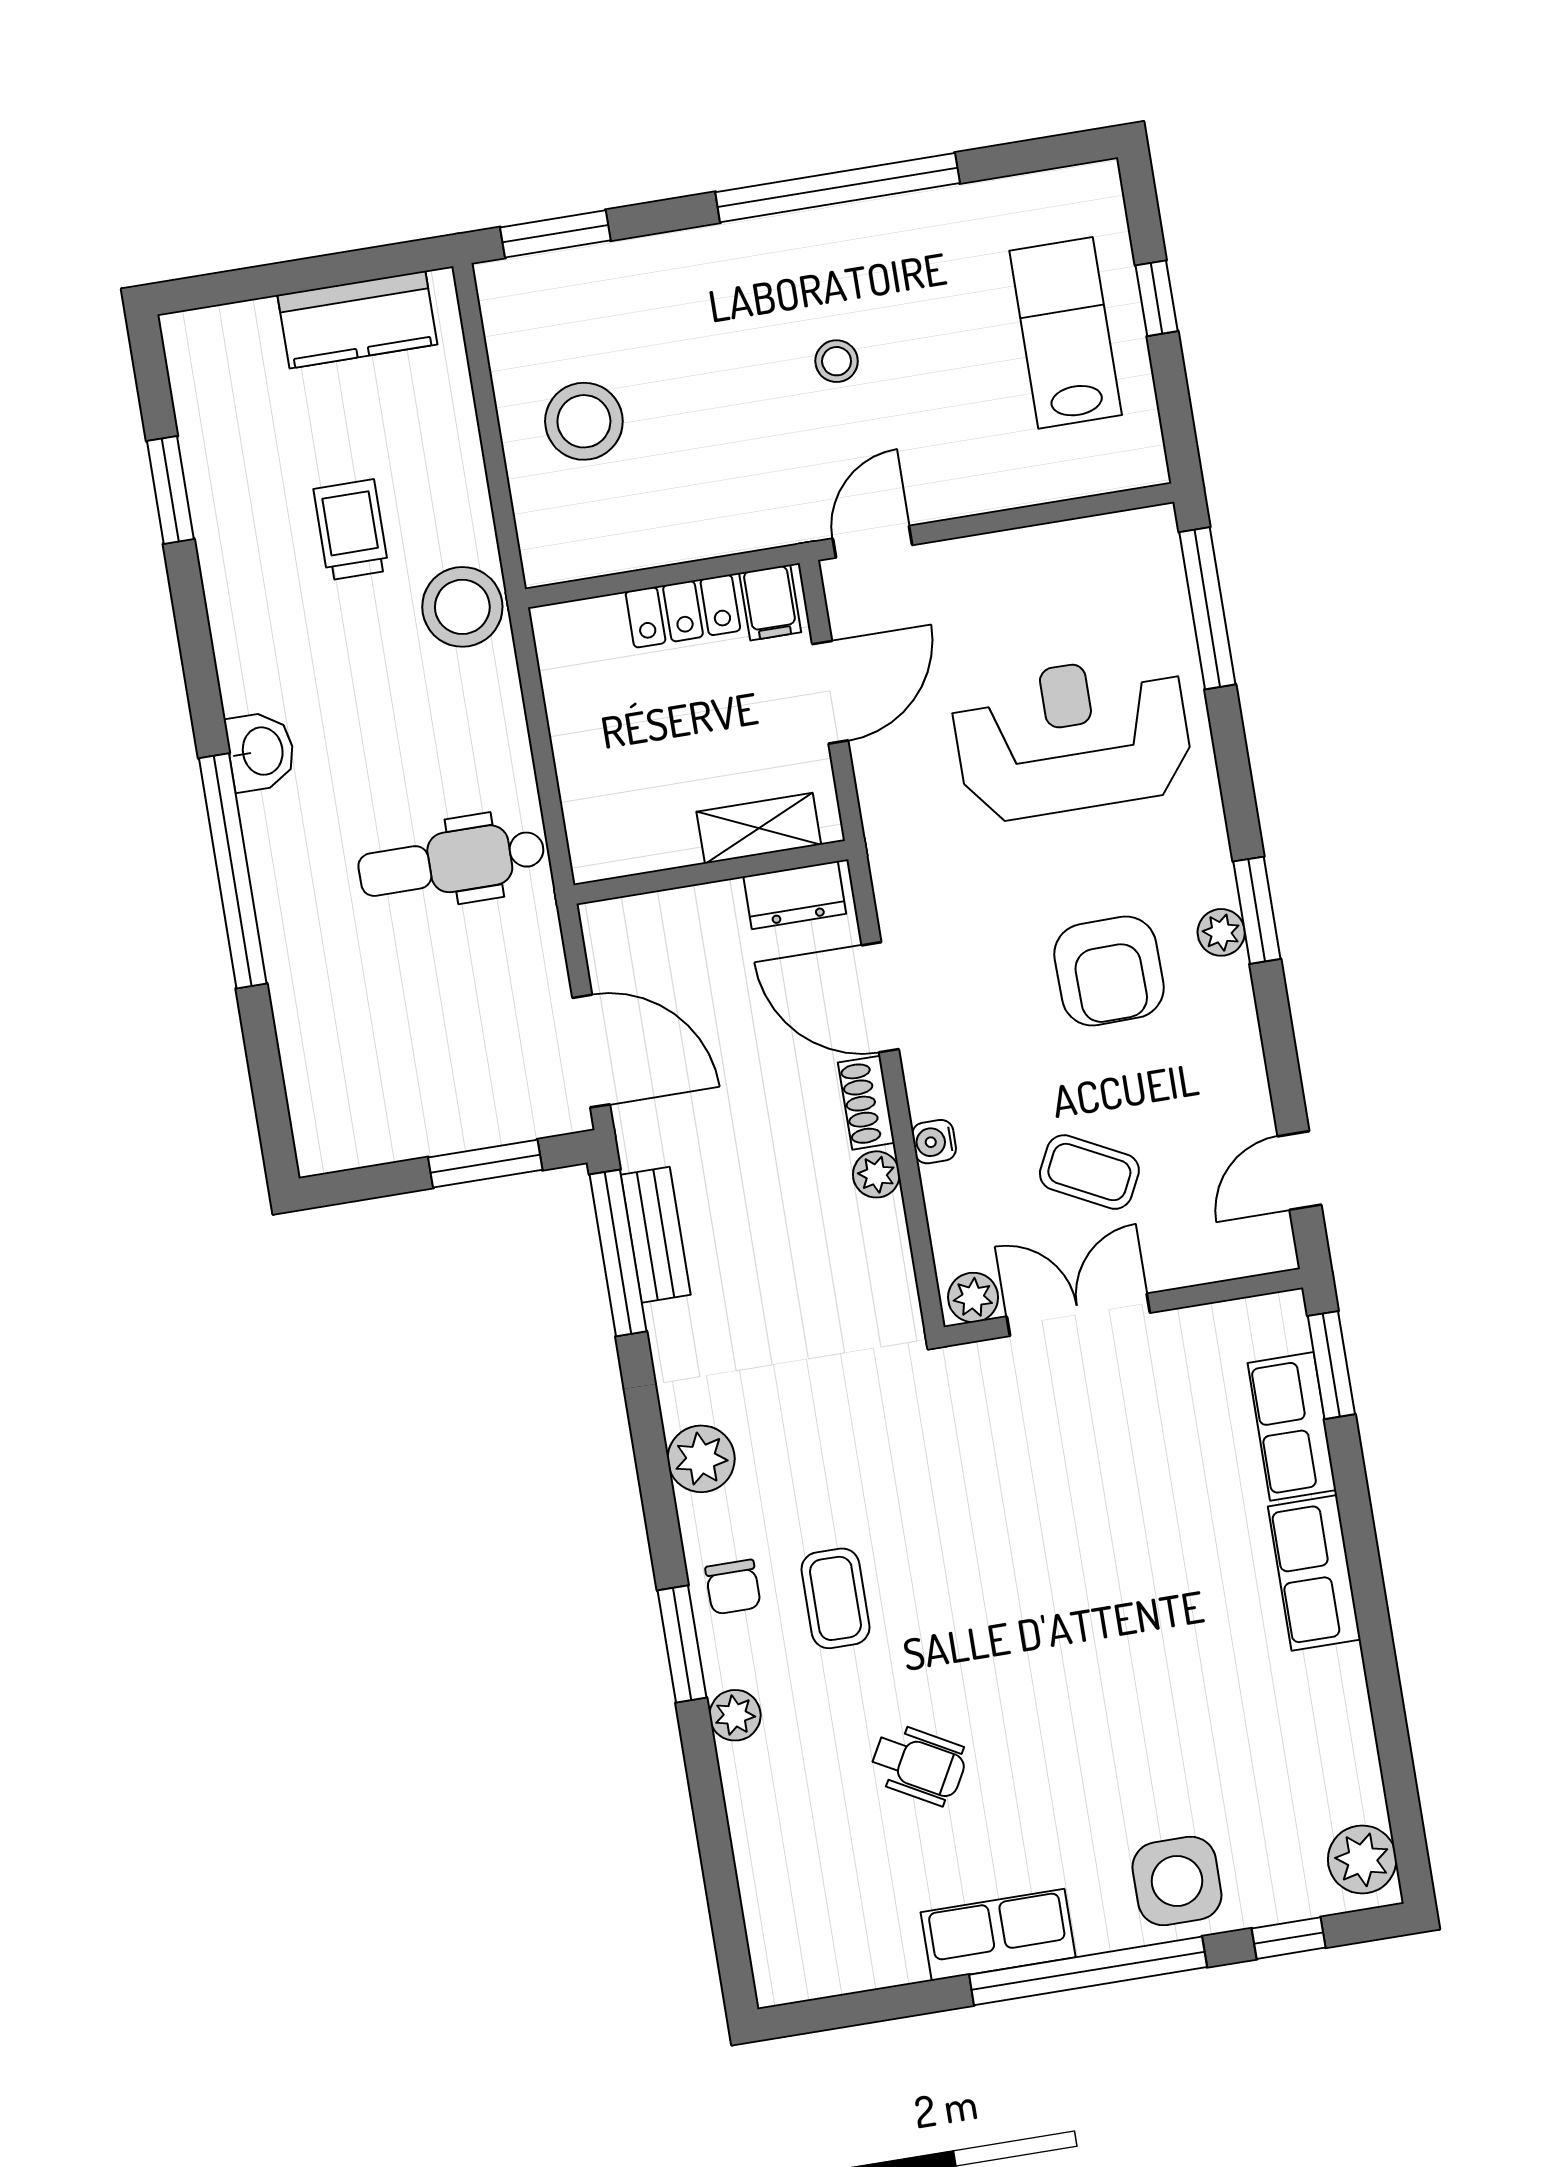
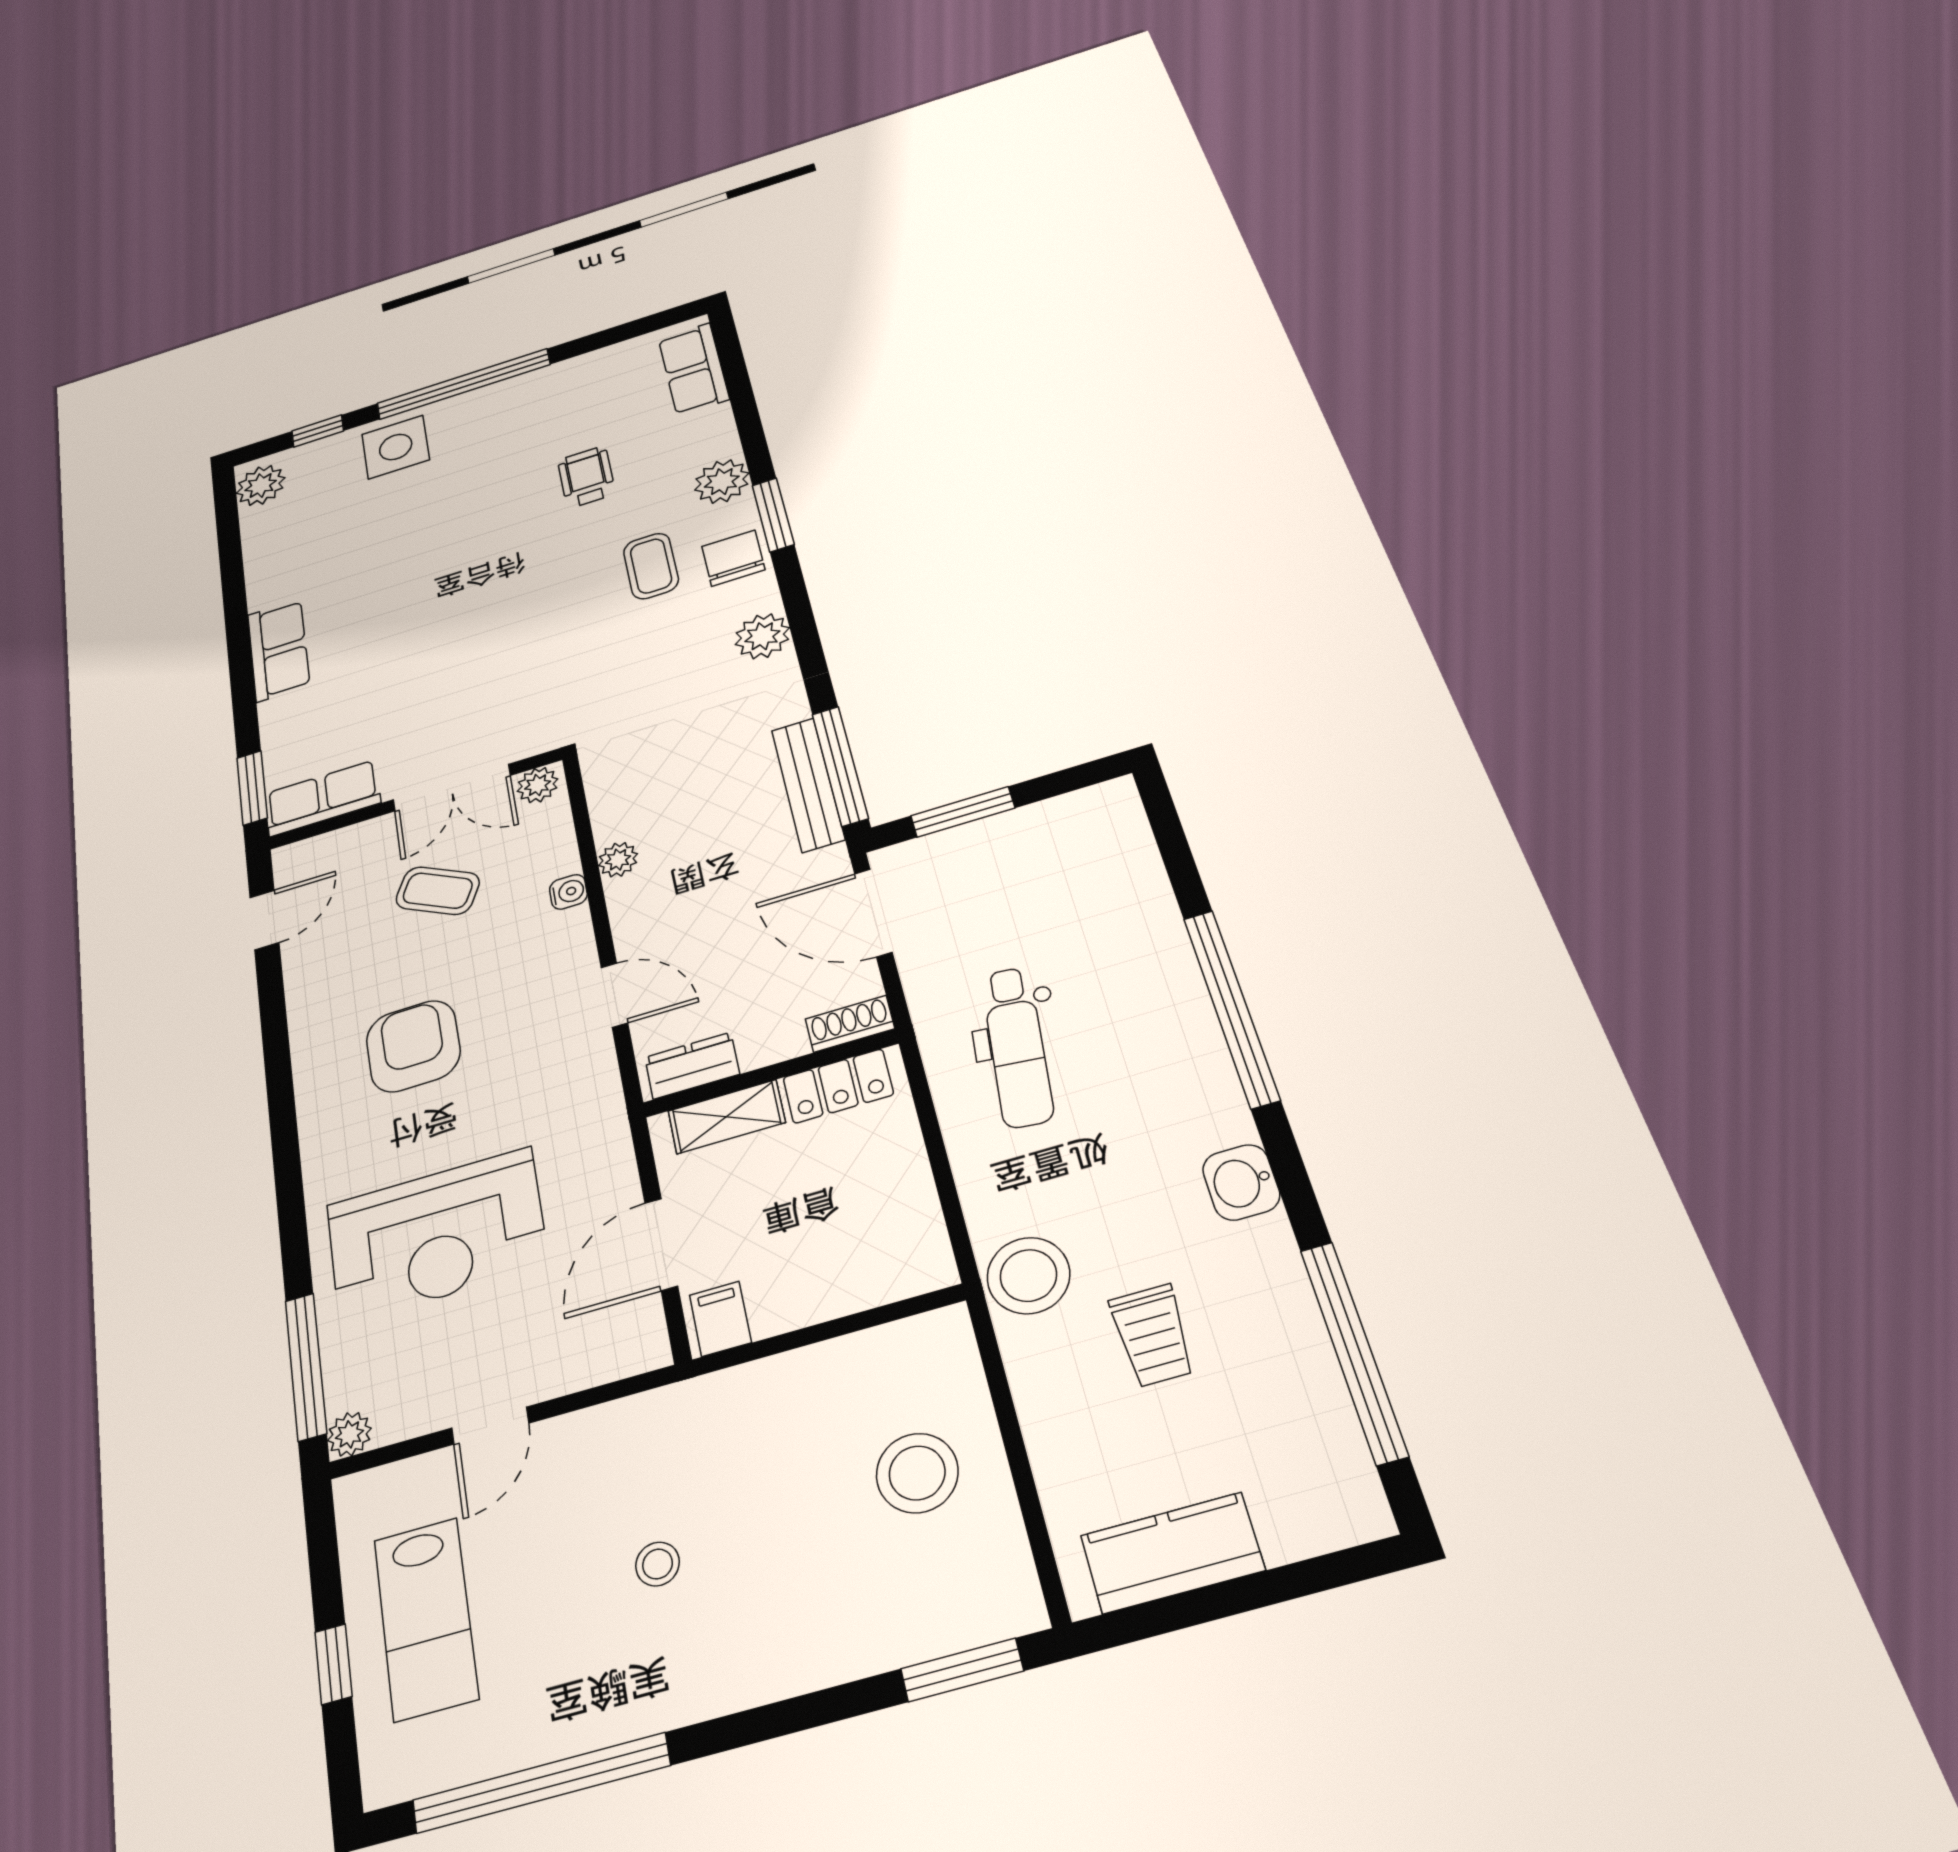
window: (838, 188) -> (541, 1783), moved
window: (170, 490) -> (1354, 1351), width x2.11
door: (872, 542) -> (490, 1426), moved
locker: (683, 611) -> (838, 1086), moved, turned 180
washbasin: (261, 751) -> (1241, 1182), moved
dental chair: (452, 862) -> (1017, 1046), turned 96
window: (1257, 910) -> (282, 1114), removed
plant: (1221, 932) -> (349, 1434), moved
door: (880, 997) -> (614, 995), width x0.73
shoe rack: (866, 1103) -> (850, 1024), moved, turned -90
bench: (656, 1235) -> (808, 784), width x1.36
row of seats: (1292, 1426) -> (323, 798), moved, turned -90
chair: (733, 1587) -> (733, 558), width x1.37, depth x1.37
plant: (735, 1715) -> (722, 482), width x1.38, depth x1.38
wheelchair: (918, 1764) -> (586, 477), turned 61
row of seats: (998, 1935) -> (694, 369), moved, turned 90

